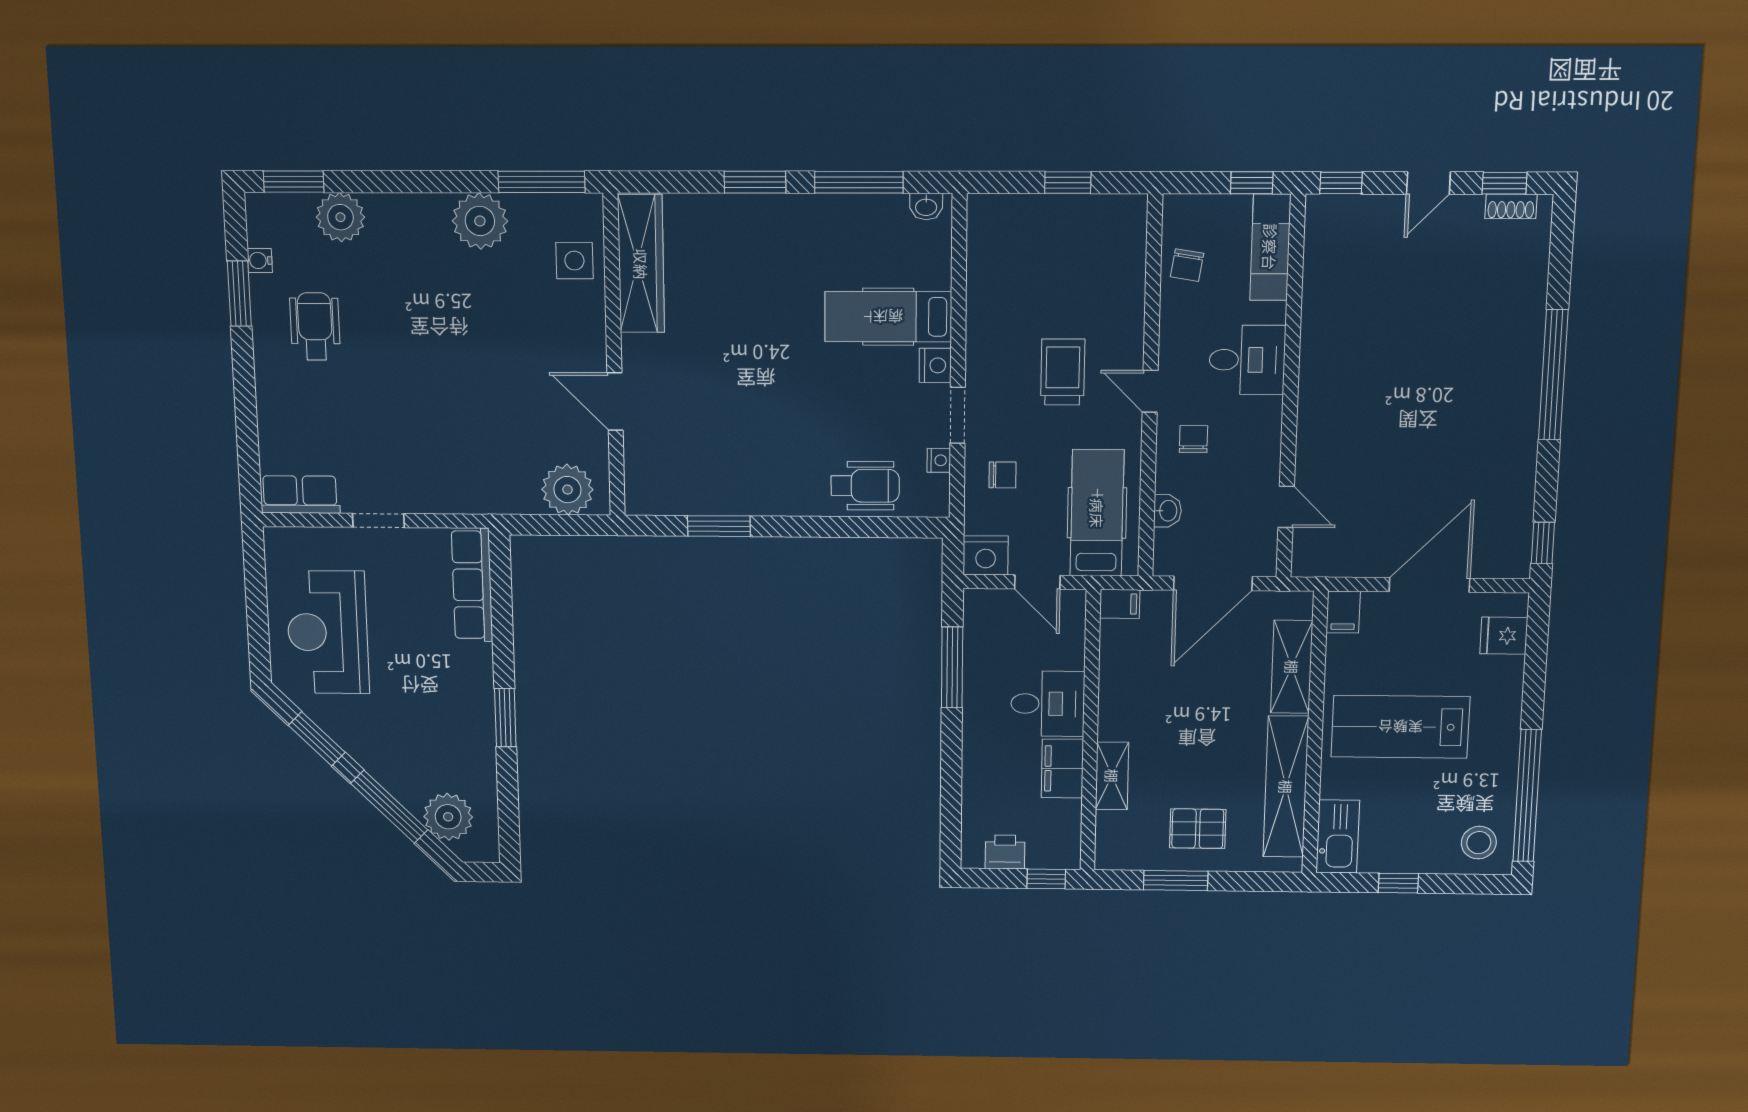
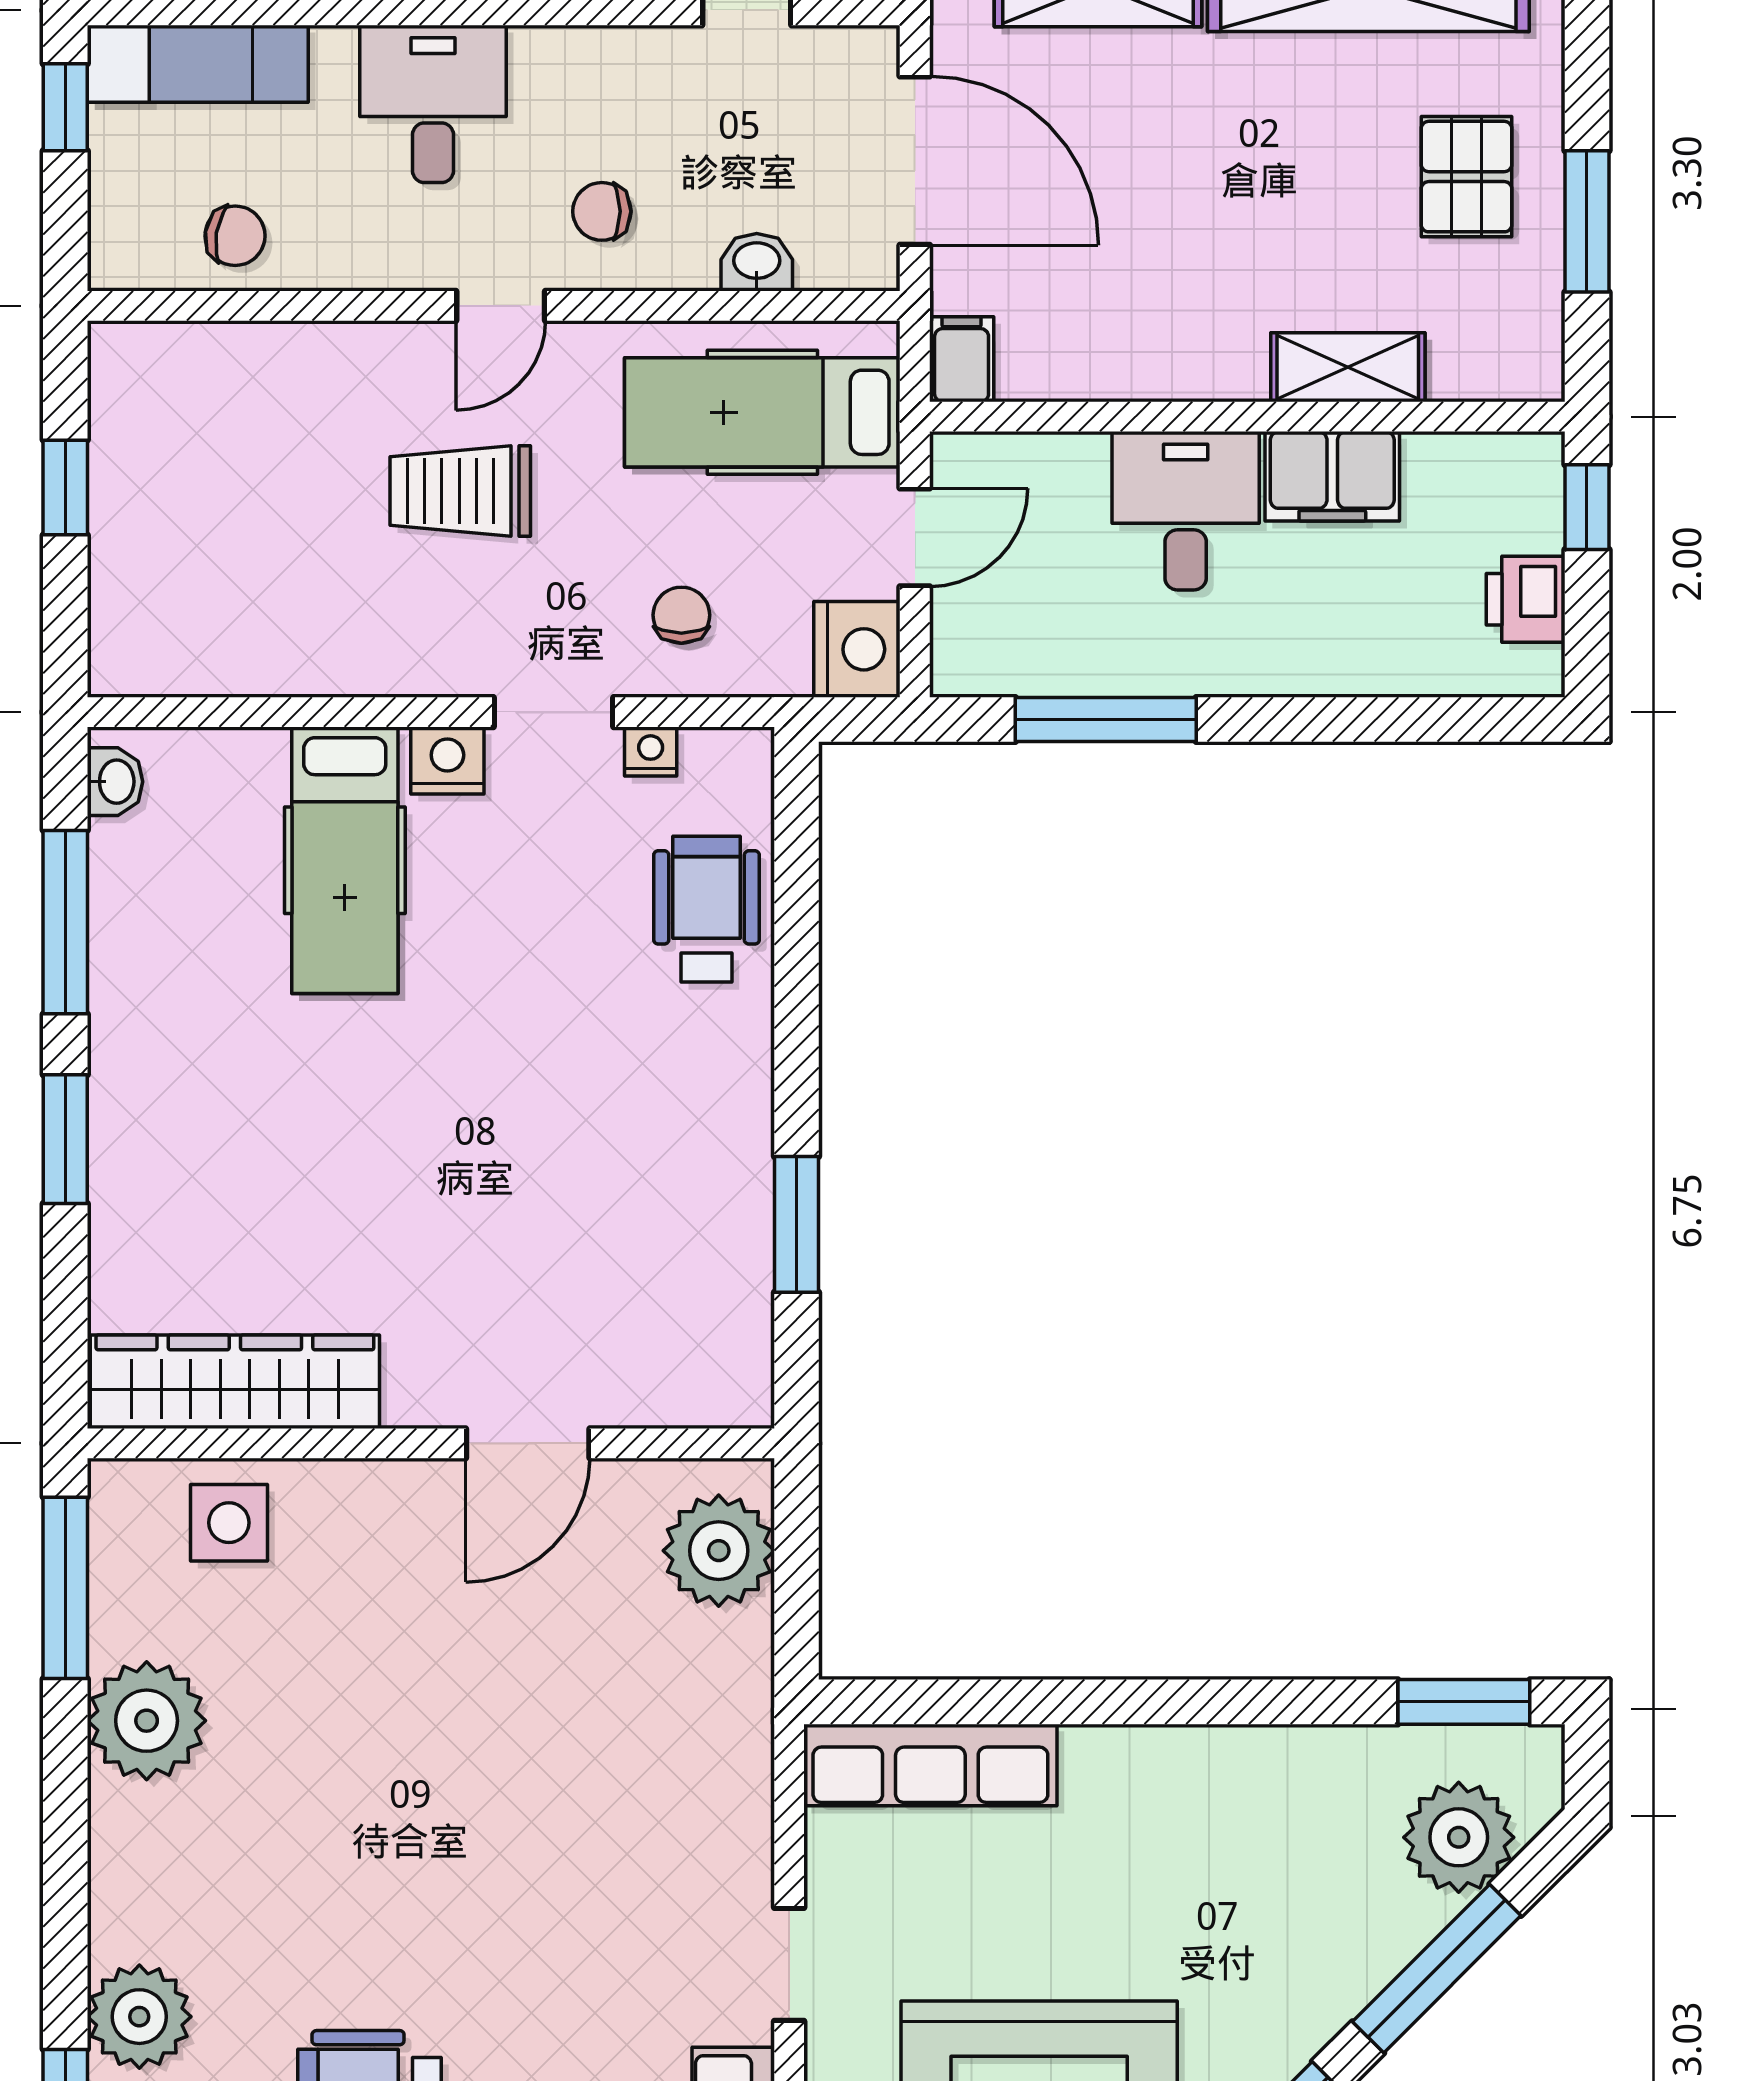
window: (505, 718) -> (1464, 1702), moved

